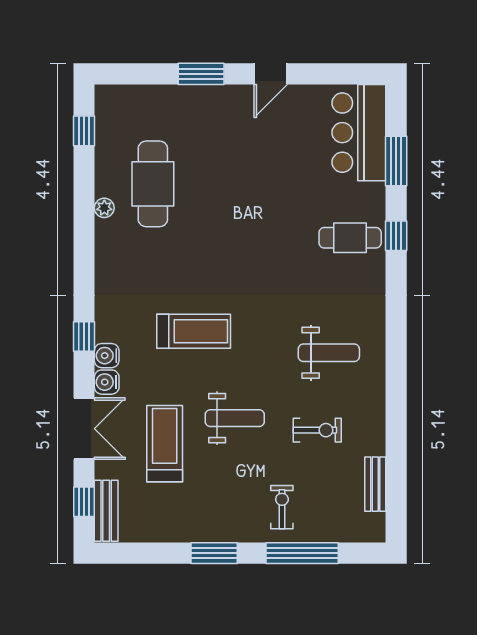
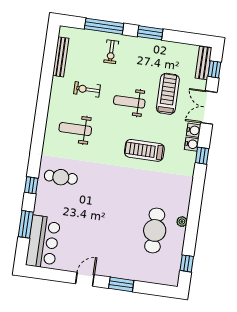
cafe table: (350, 238) -> (61, 177), moved
treadmill: (165, 444) -> (168, 94), turned 180
bench: (375, 484) -> (61, 57), width x1.36

